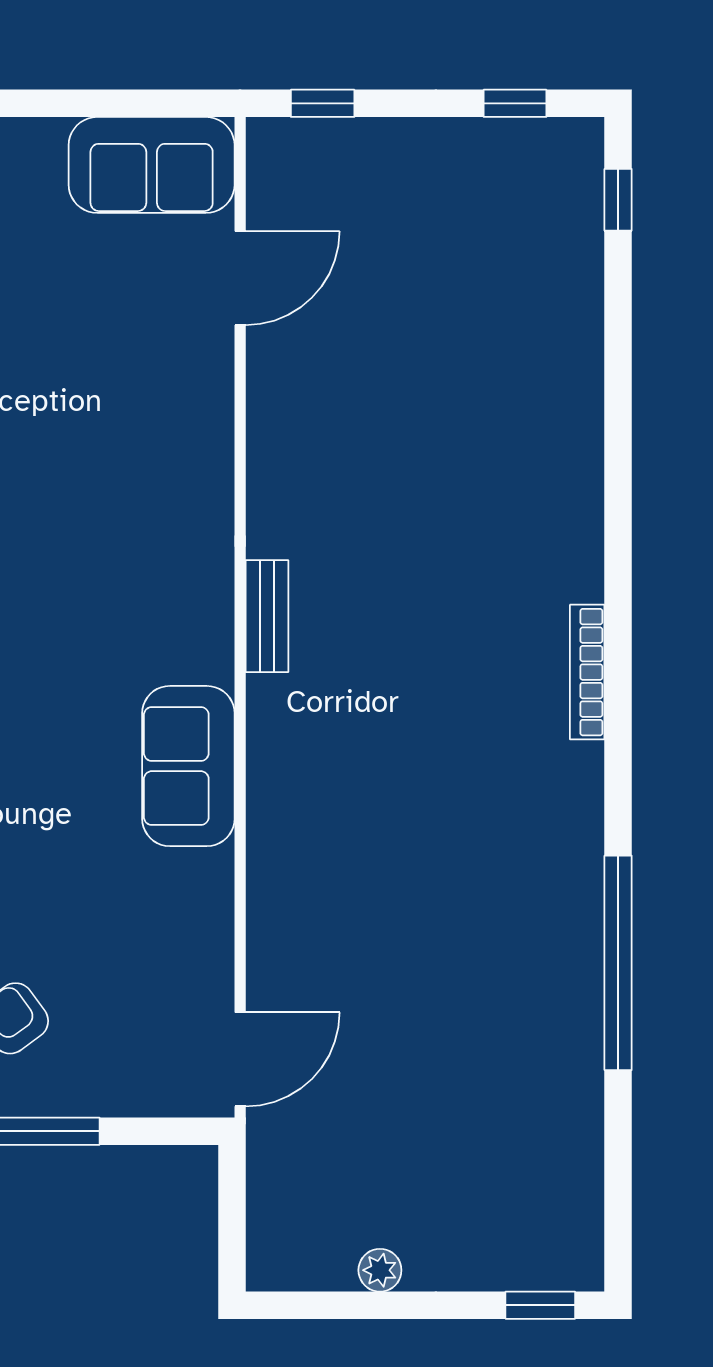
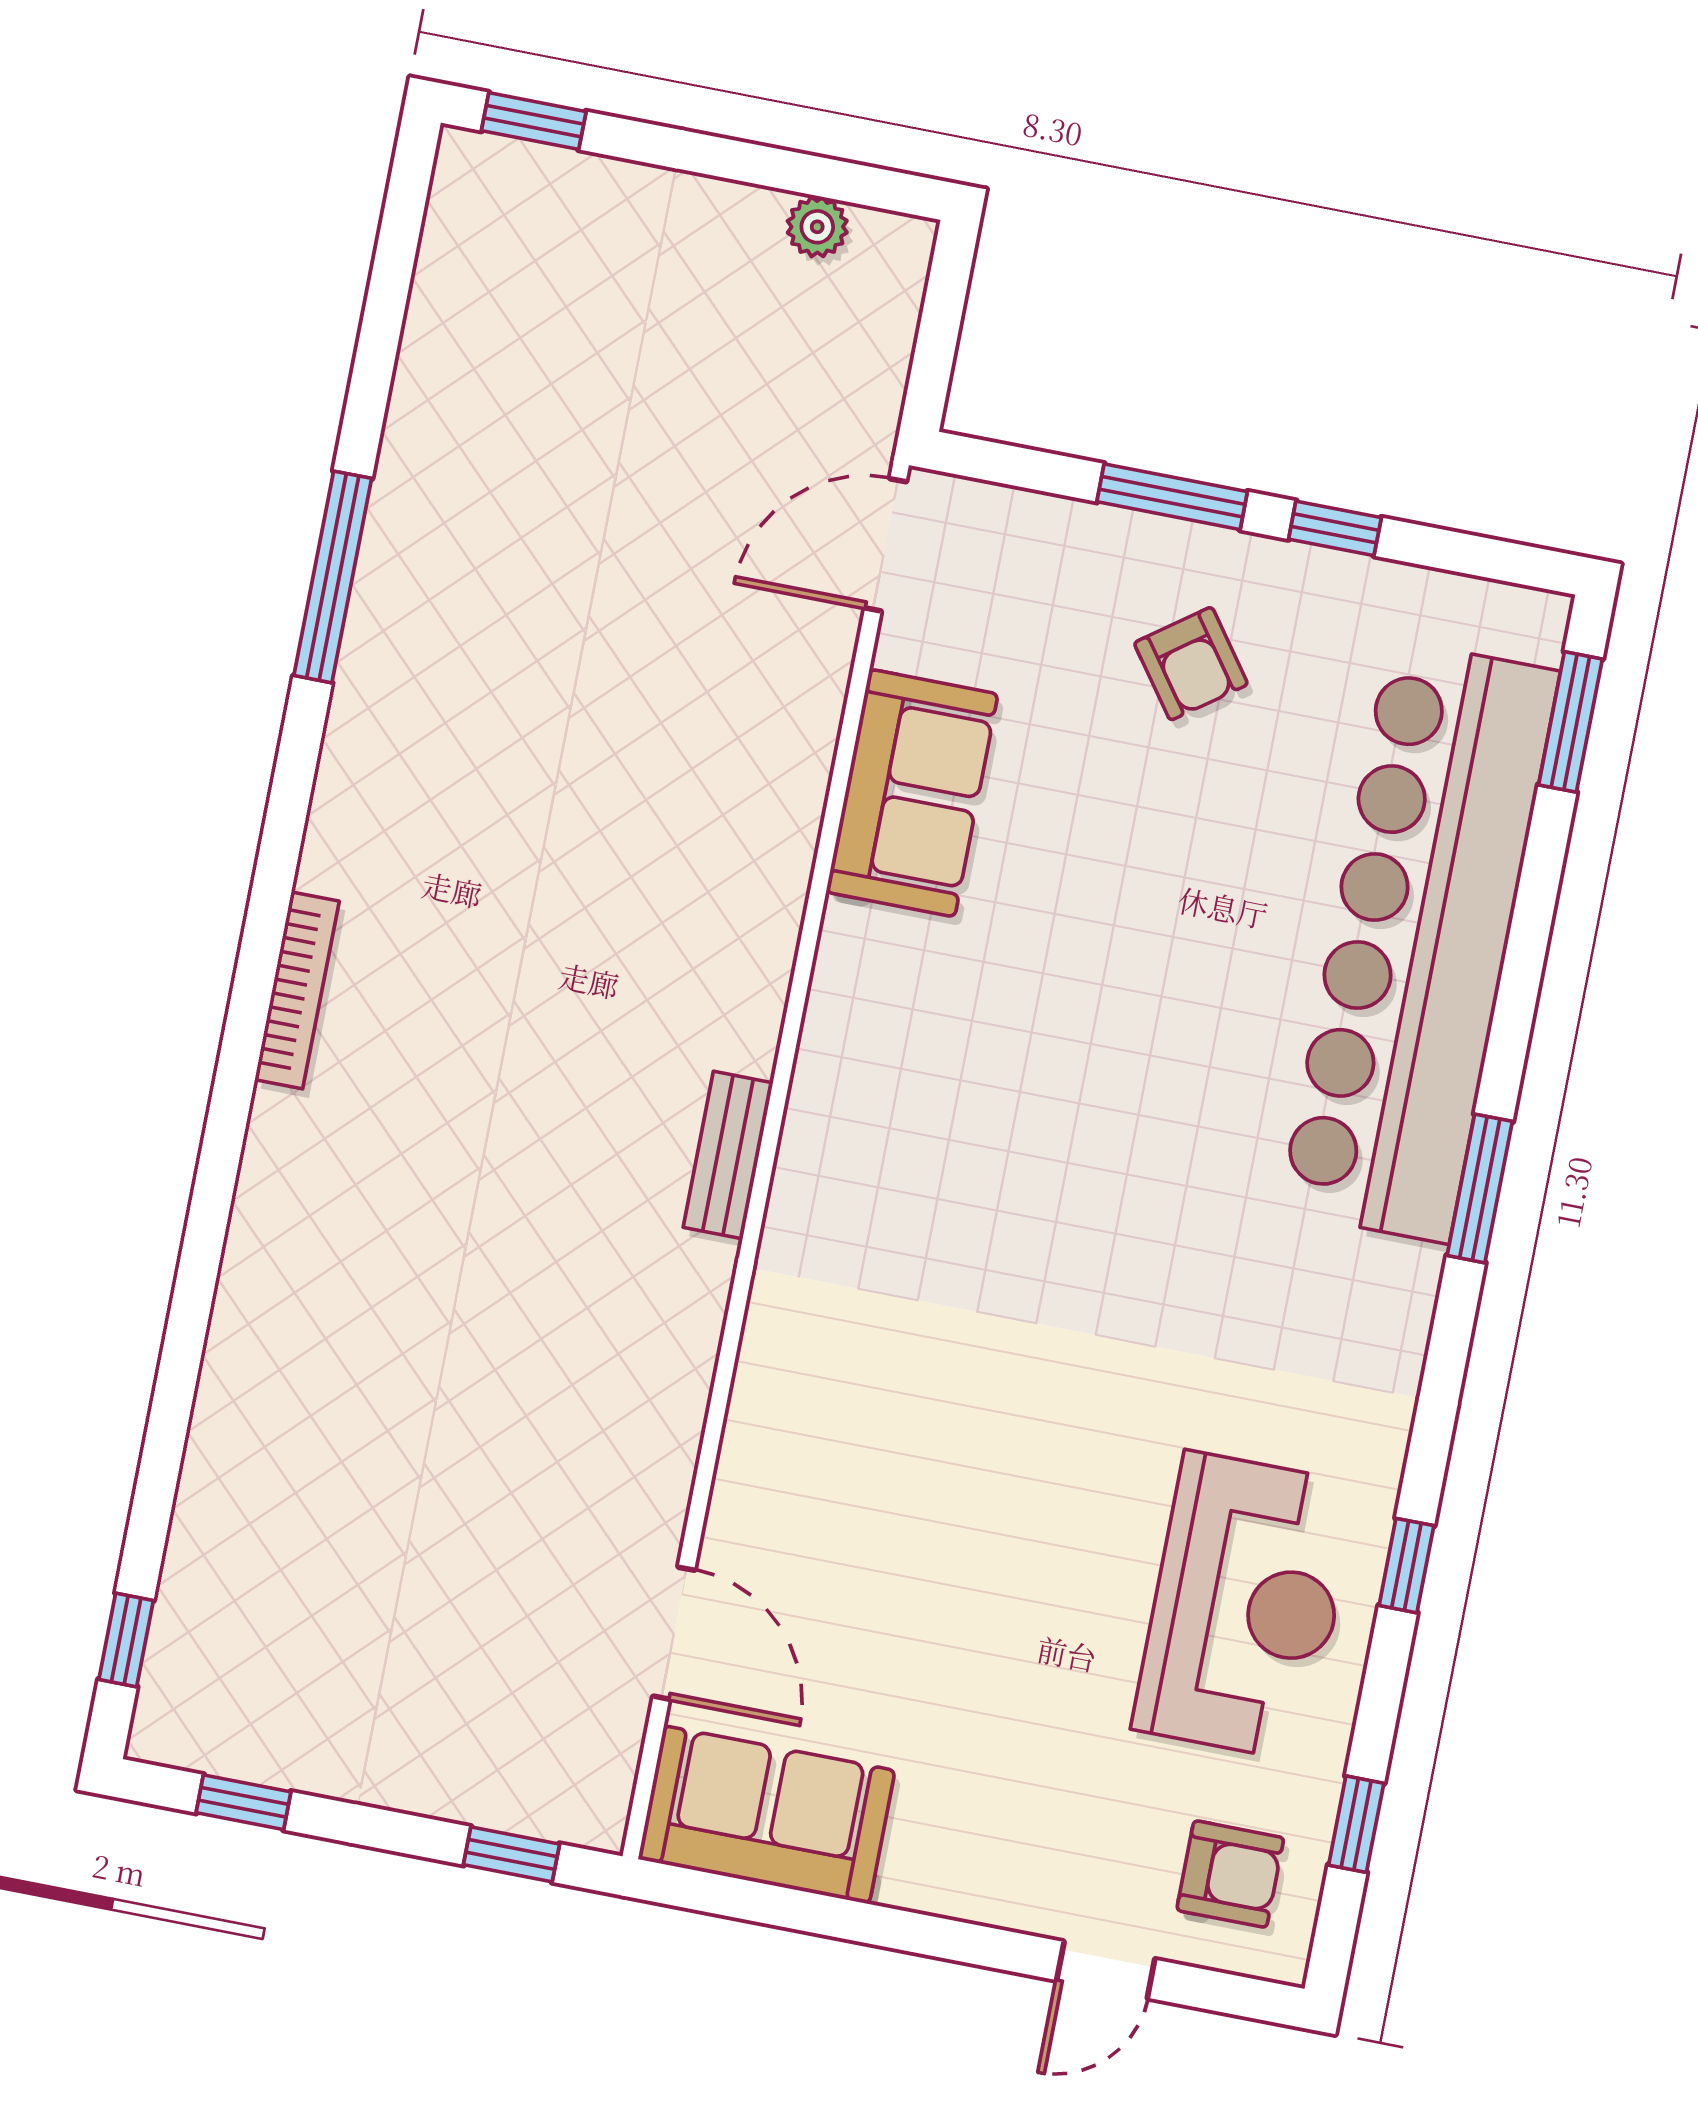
door: (240, 278) -> (674, 1633), swing flipped
sofa: (188, 766) -> (912, 793), moved
window: (618, 963) -> (333, 577), width x0.68
plant: (380, 1270) -> (817, 227), moved

